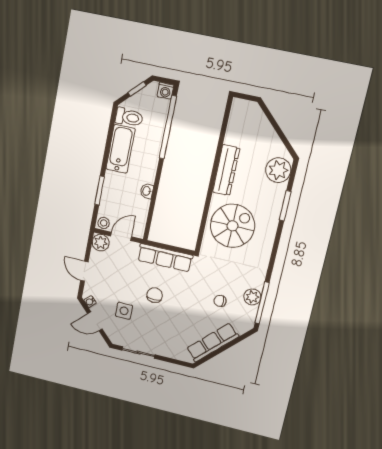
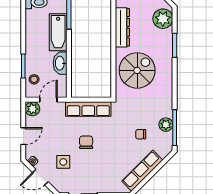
bathtub: (121, 149) -> (58, 32), moved, turned 180
washbasin: (147, 191) -> (60, 63), width x1.91, depth x1.45
stool: (104, 223) -> (34, 79), moved
door: (84, 271) -> (23, 136), swing flipped

